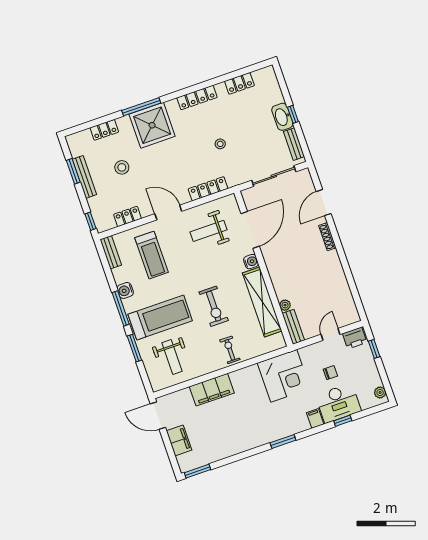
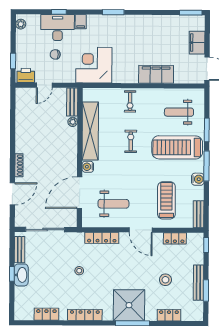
exercise bike: (214, 306) -> (131, 141), width x0.73, depth x0.72
weight bench: (172, 357) -> (179, 112), turned -90

